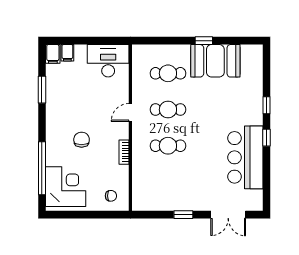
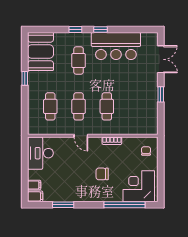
booth: (215, 61) -> (41, 51), moved
cafe table: (227, 110) -> (79, 61), added

